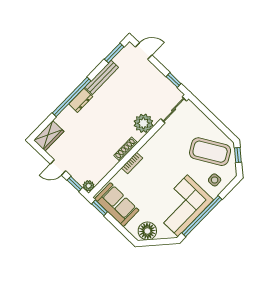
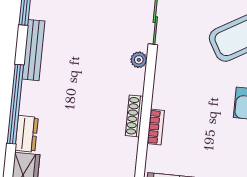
dresser: (81, 100) -> (27, 134), moved
plant: (143, 123) -> (139, 60), width x0.53, depth x0.53

